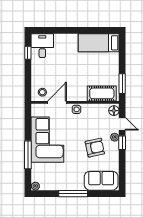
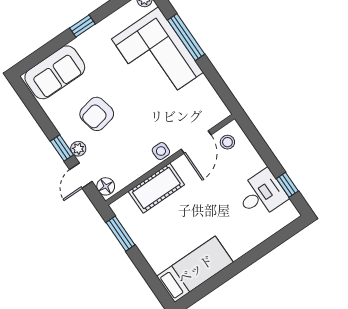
desk: (42, 46) -> (261, 194), moved, turned -90
cot: (102, 93) -> (156, 188), moved
door: (122, 124) -> (81, 176), hinge flipped
corner sofa: (47, 140) -> (157, 56), moved
window: (73, 194) -> (82, 26), width x0.46

